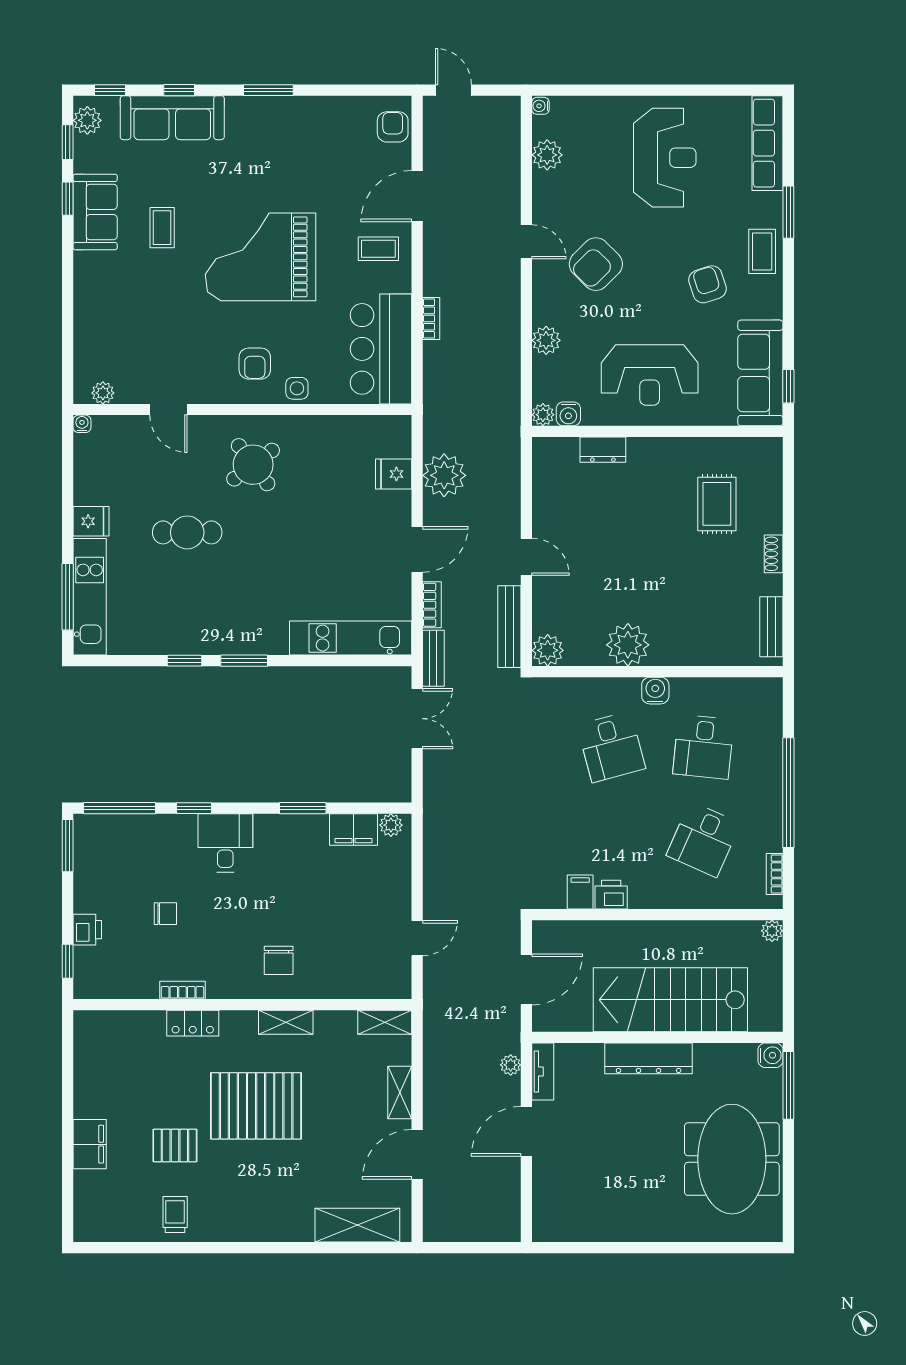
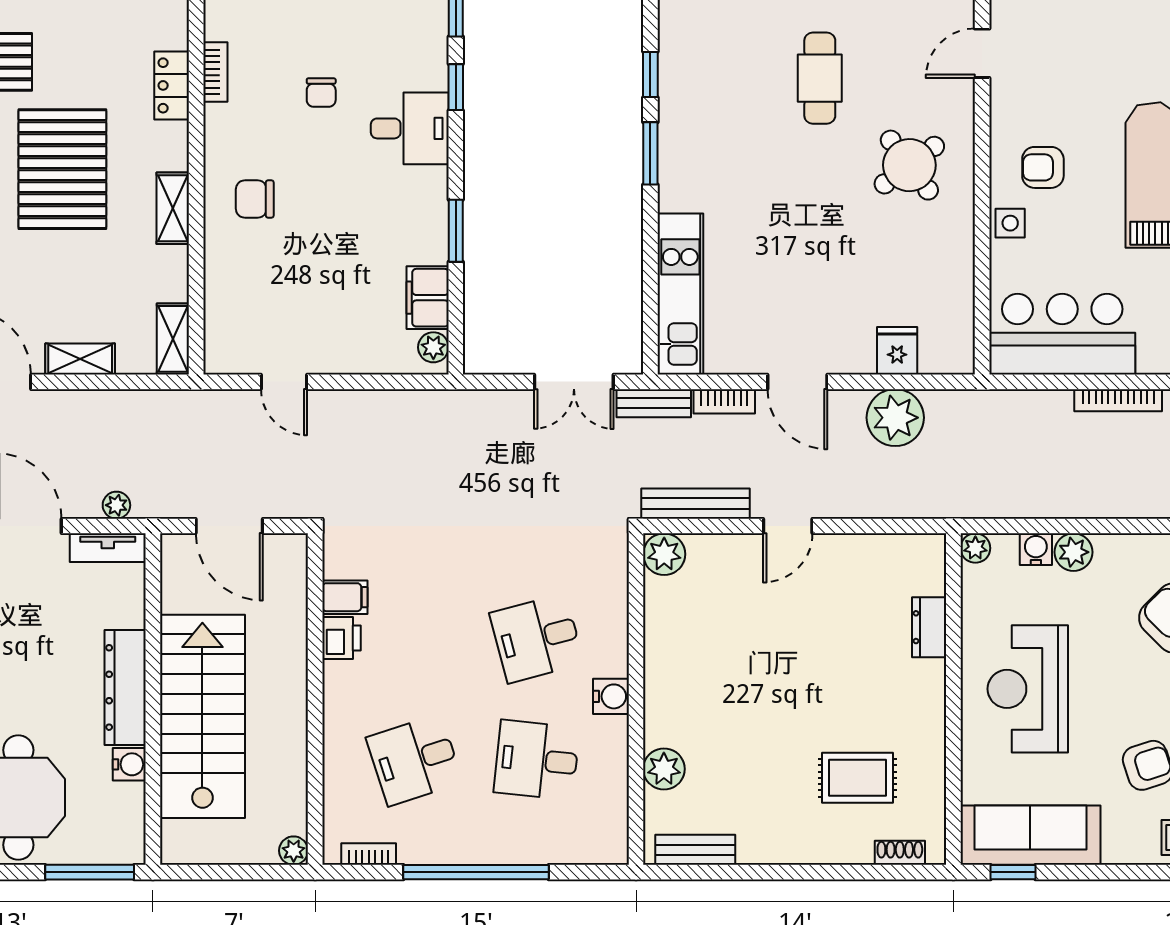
bookcase: (431, 319) -> (1118, 400), width x1.56
water cooler: (568, 414) -> (1036, 549), moved, turned 90
shoe rack: (774, 554) -> (900, 853), moved
plant: (628, 645) -> (664, 769), moved, width x0.73, depth x0.73
desk: (703, 839) -> (414, 760), turned -42
chair: (165, 914) -> (321, 93), moved
water cooler: (770, 1055) -> (129, 764), moved, turned -90

